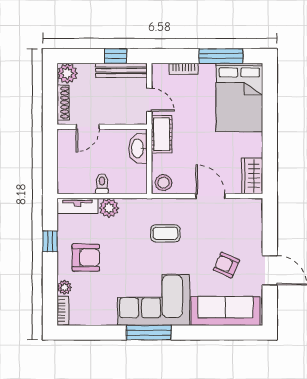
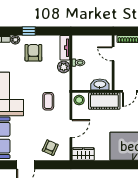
cot: (162, 134) -> (104, 101), width x1.37, depth x1.34
window: (50, 241) -> (29, 31), moved
armchair: (86, 258) -> (33, 53), turned 180
armchair: (226, 265) -> (50, 148), moved

